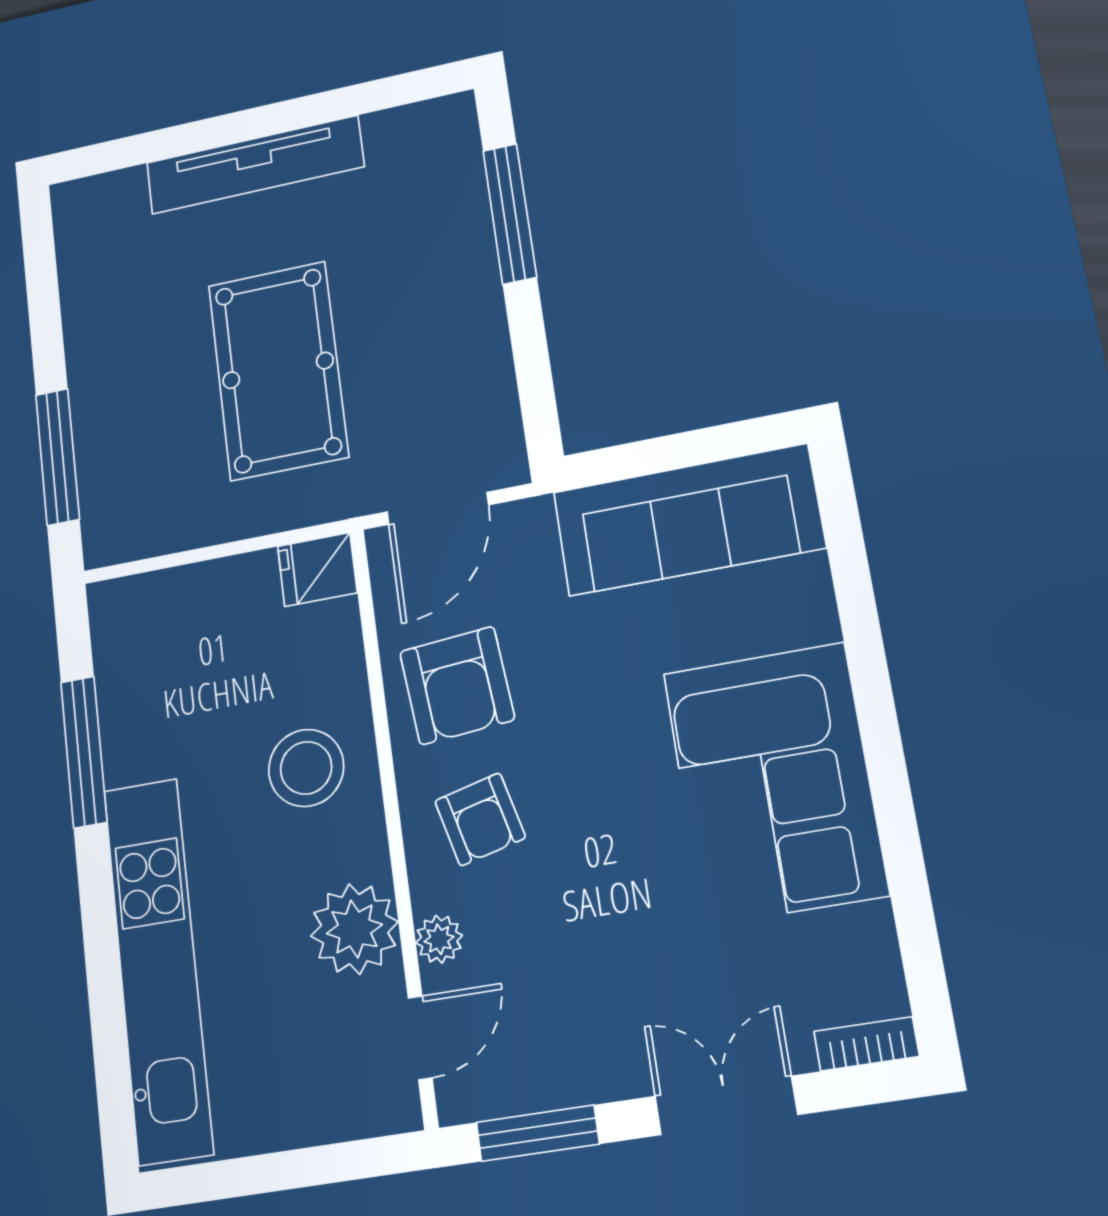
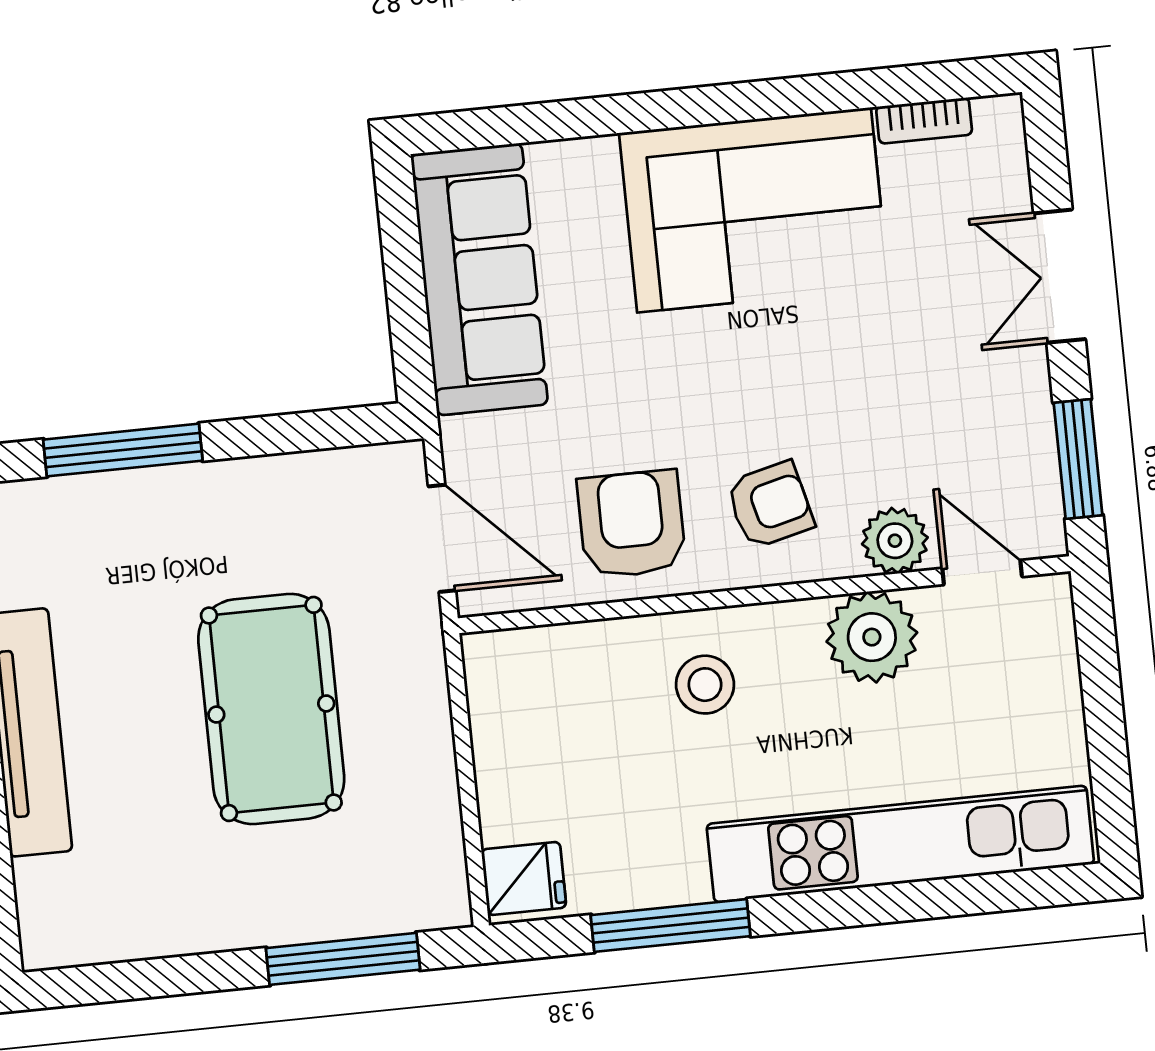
pool table: (278, 370) -> (271, 709), turned 90
fridge: (317, 570) -> (524, 878), moved, turned -90
armchair: (457, 686) -> (631, 524), turned -85
stool: (306, 768) -> (705, 685), width x0.73, depth x0.73
plant: (439, 939) -> (895, 541), width x1.38, depth x1.38
bookcase: (866, 1044) -> (924, 121), moved, turned -90

